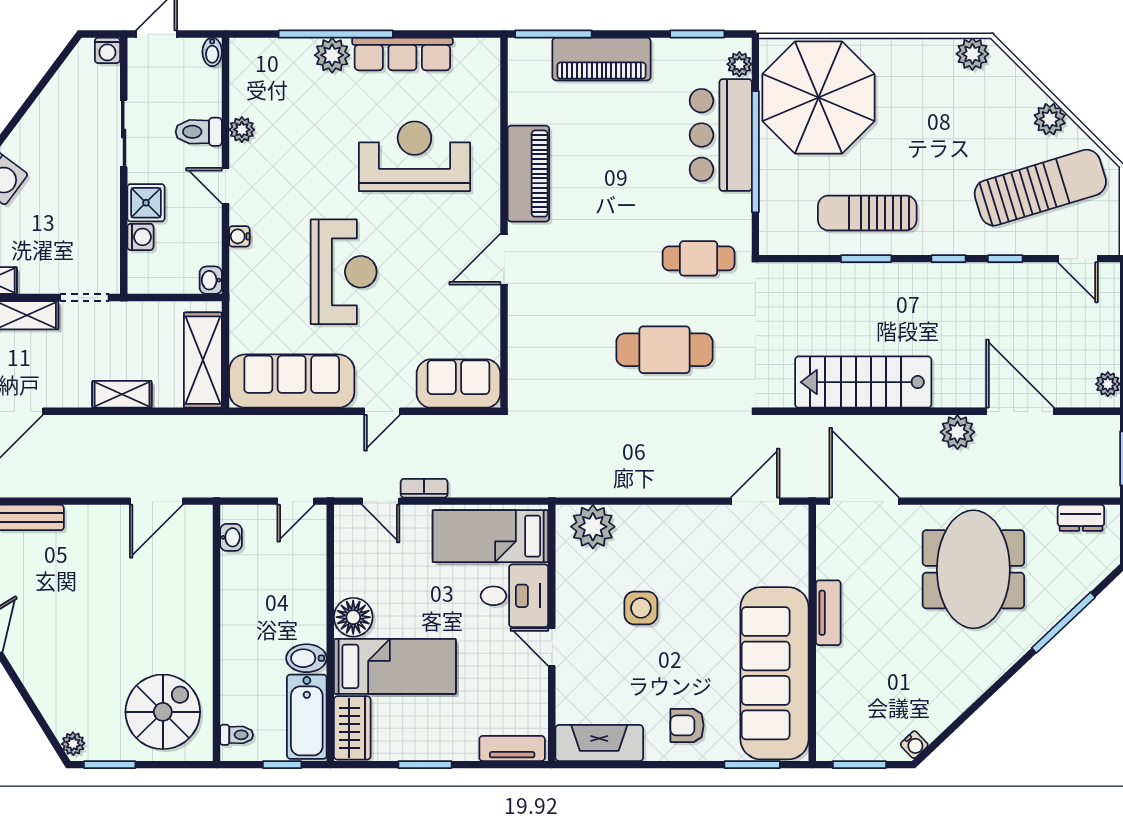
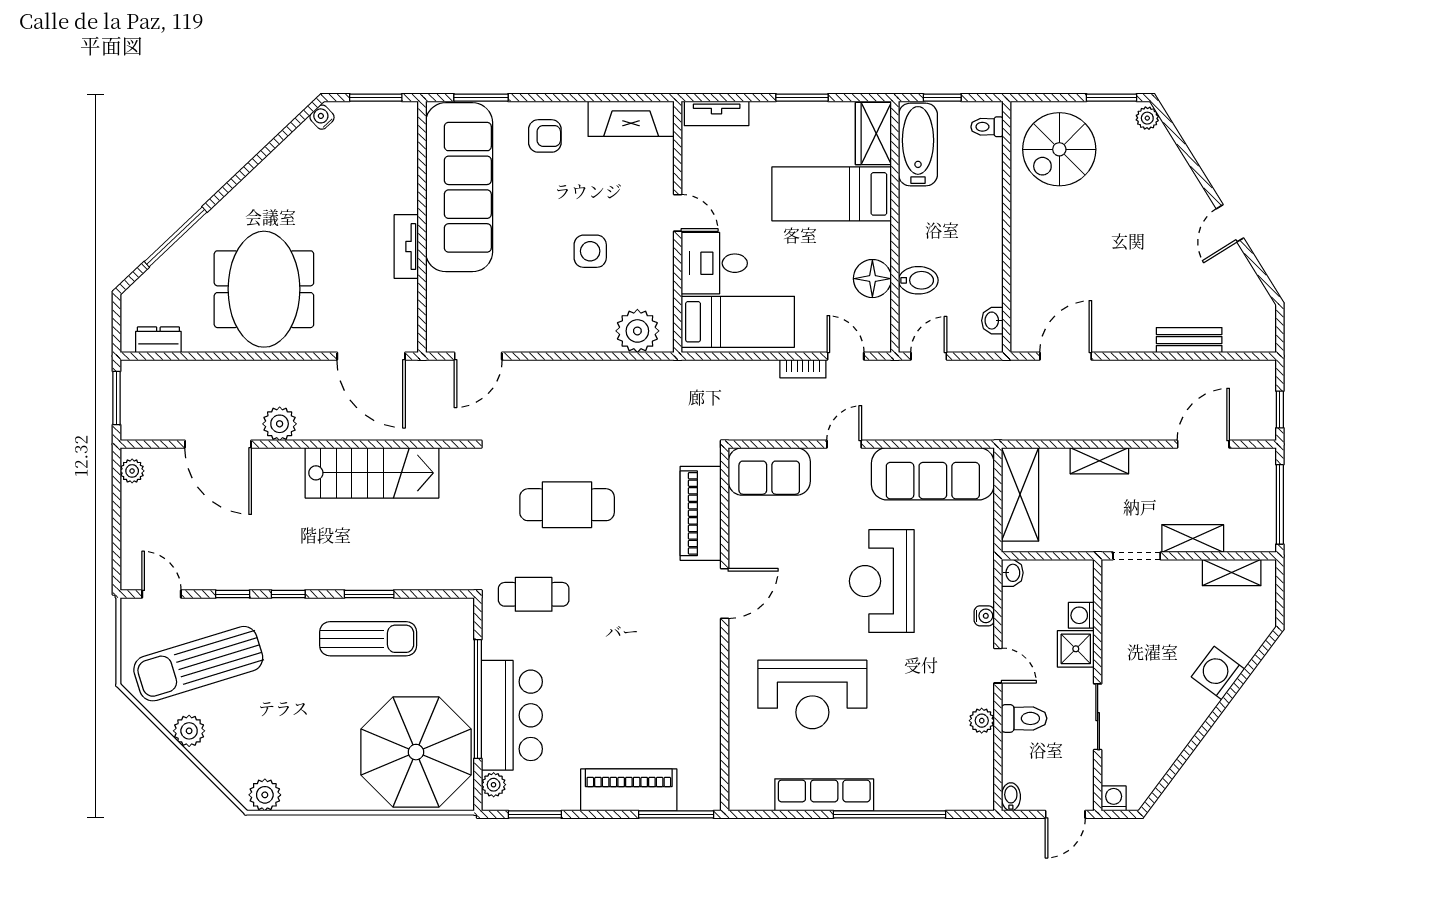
plant: (332, 55) -> (893, 794), removed
piano: (528, 174) -> (701, 513), moved
floor lamp: (353, 617) -> (872, 279), moved
bidet: (306, 658) -> (918, 280), moved

